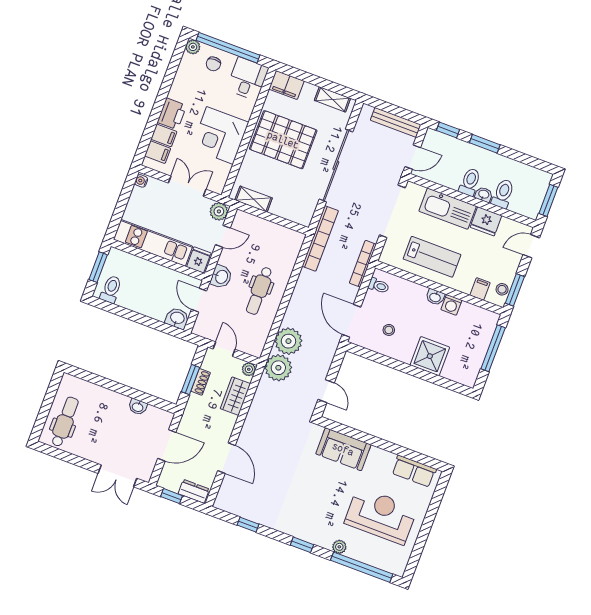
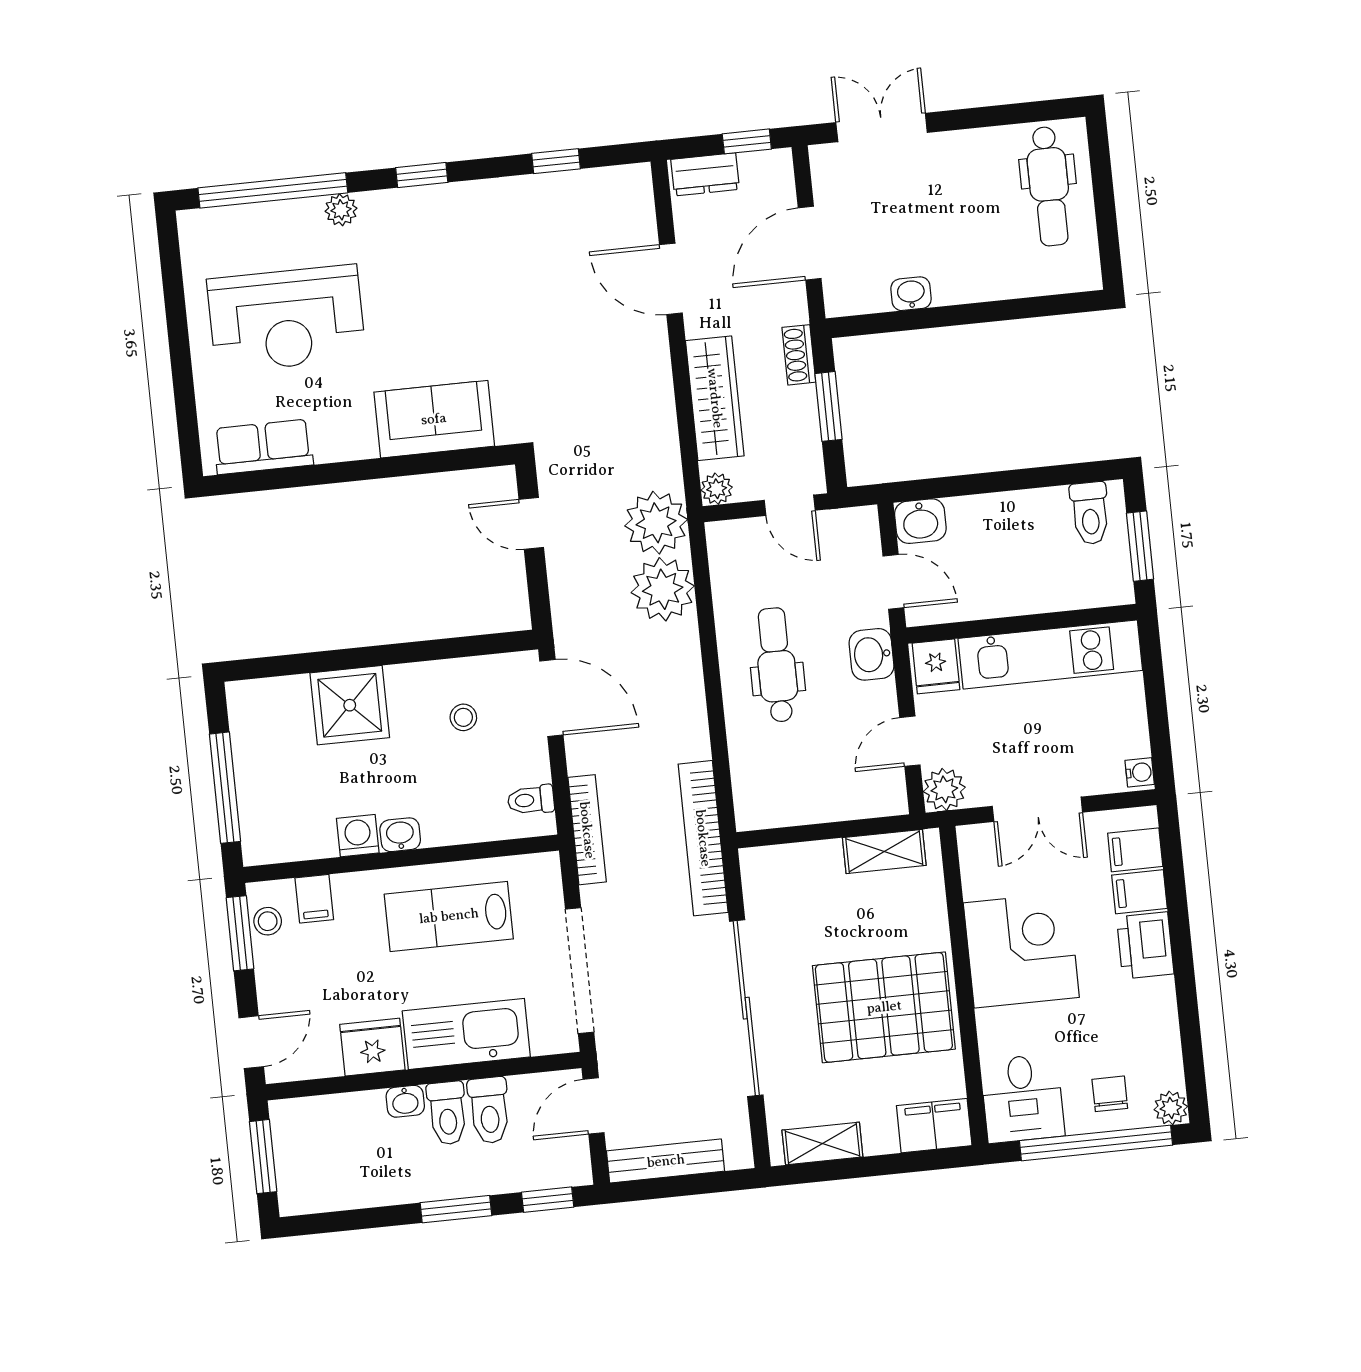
toilet: (503, 194) -> (489, 1110), moved
shoe rack: (201, 382) -> (799, 355), moved
wardrobe: (235, 396) -> (715, 398), width x1.50

